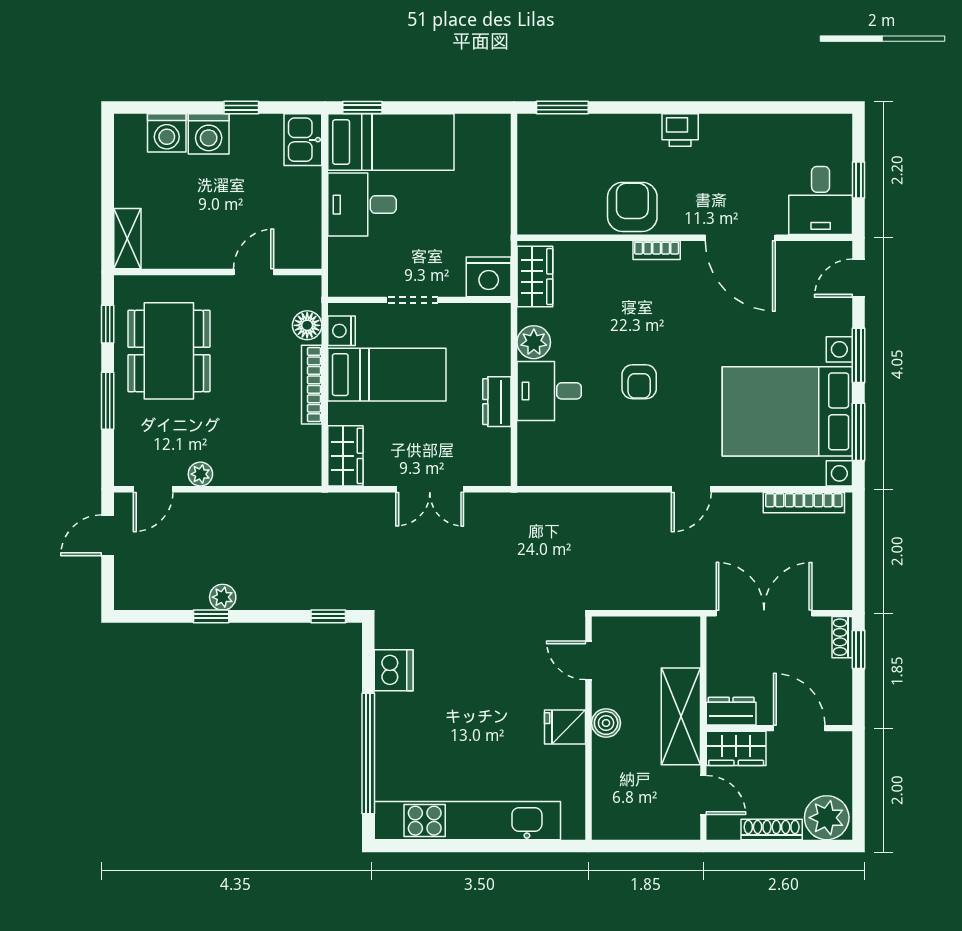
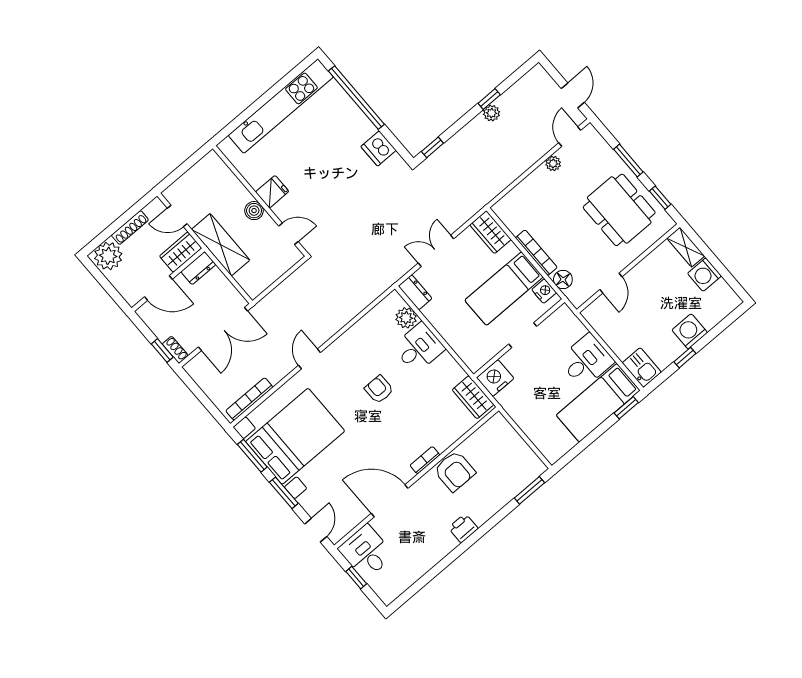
washing machine: (167, 133) -> (704, 275), moved, turned -90
plant: (534, 342) -> (406, 318), moved
dresser: (497, 402) -> (415, 292), moved

